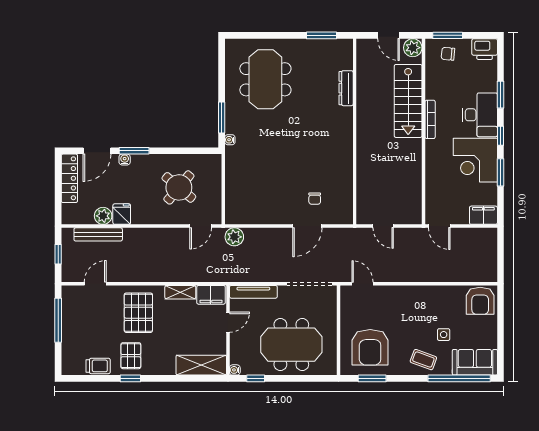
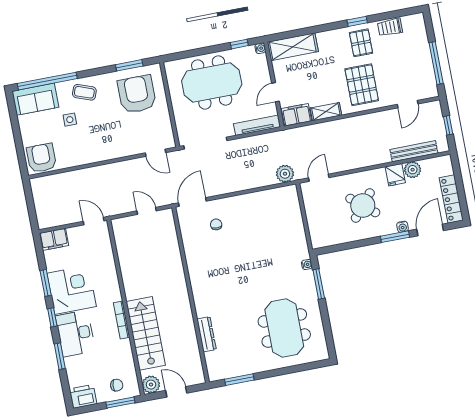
round table: (179, 187) -> (363, 205), moved
door: (307, 226) -> (192, 202), moved

